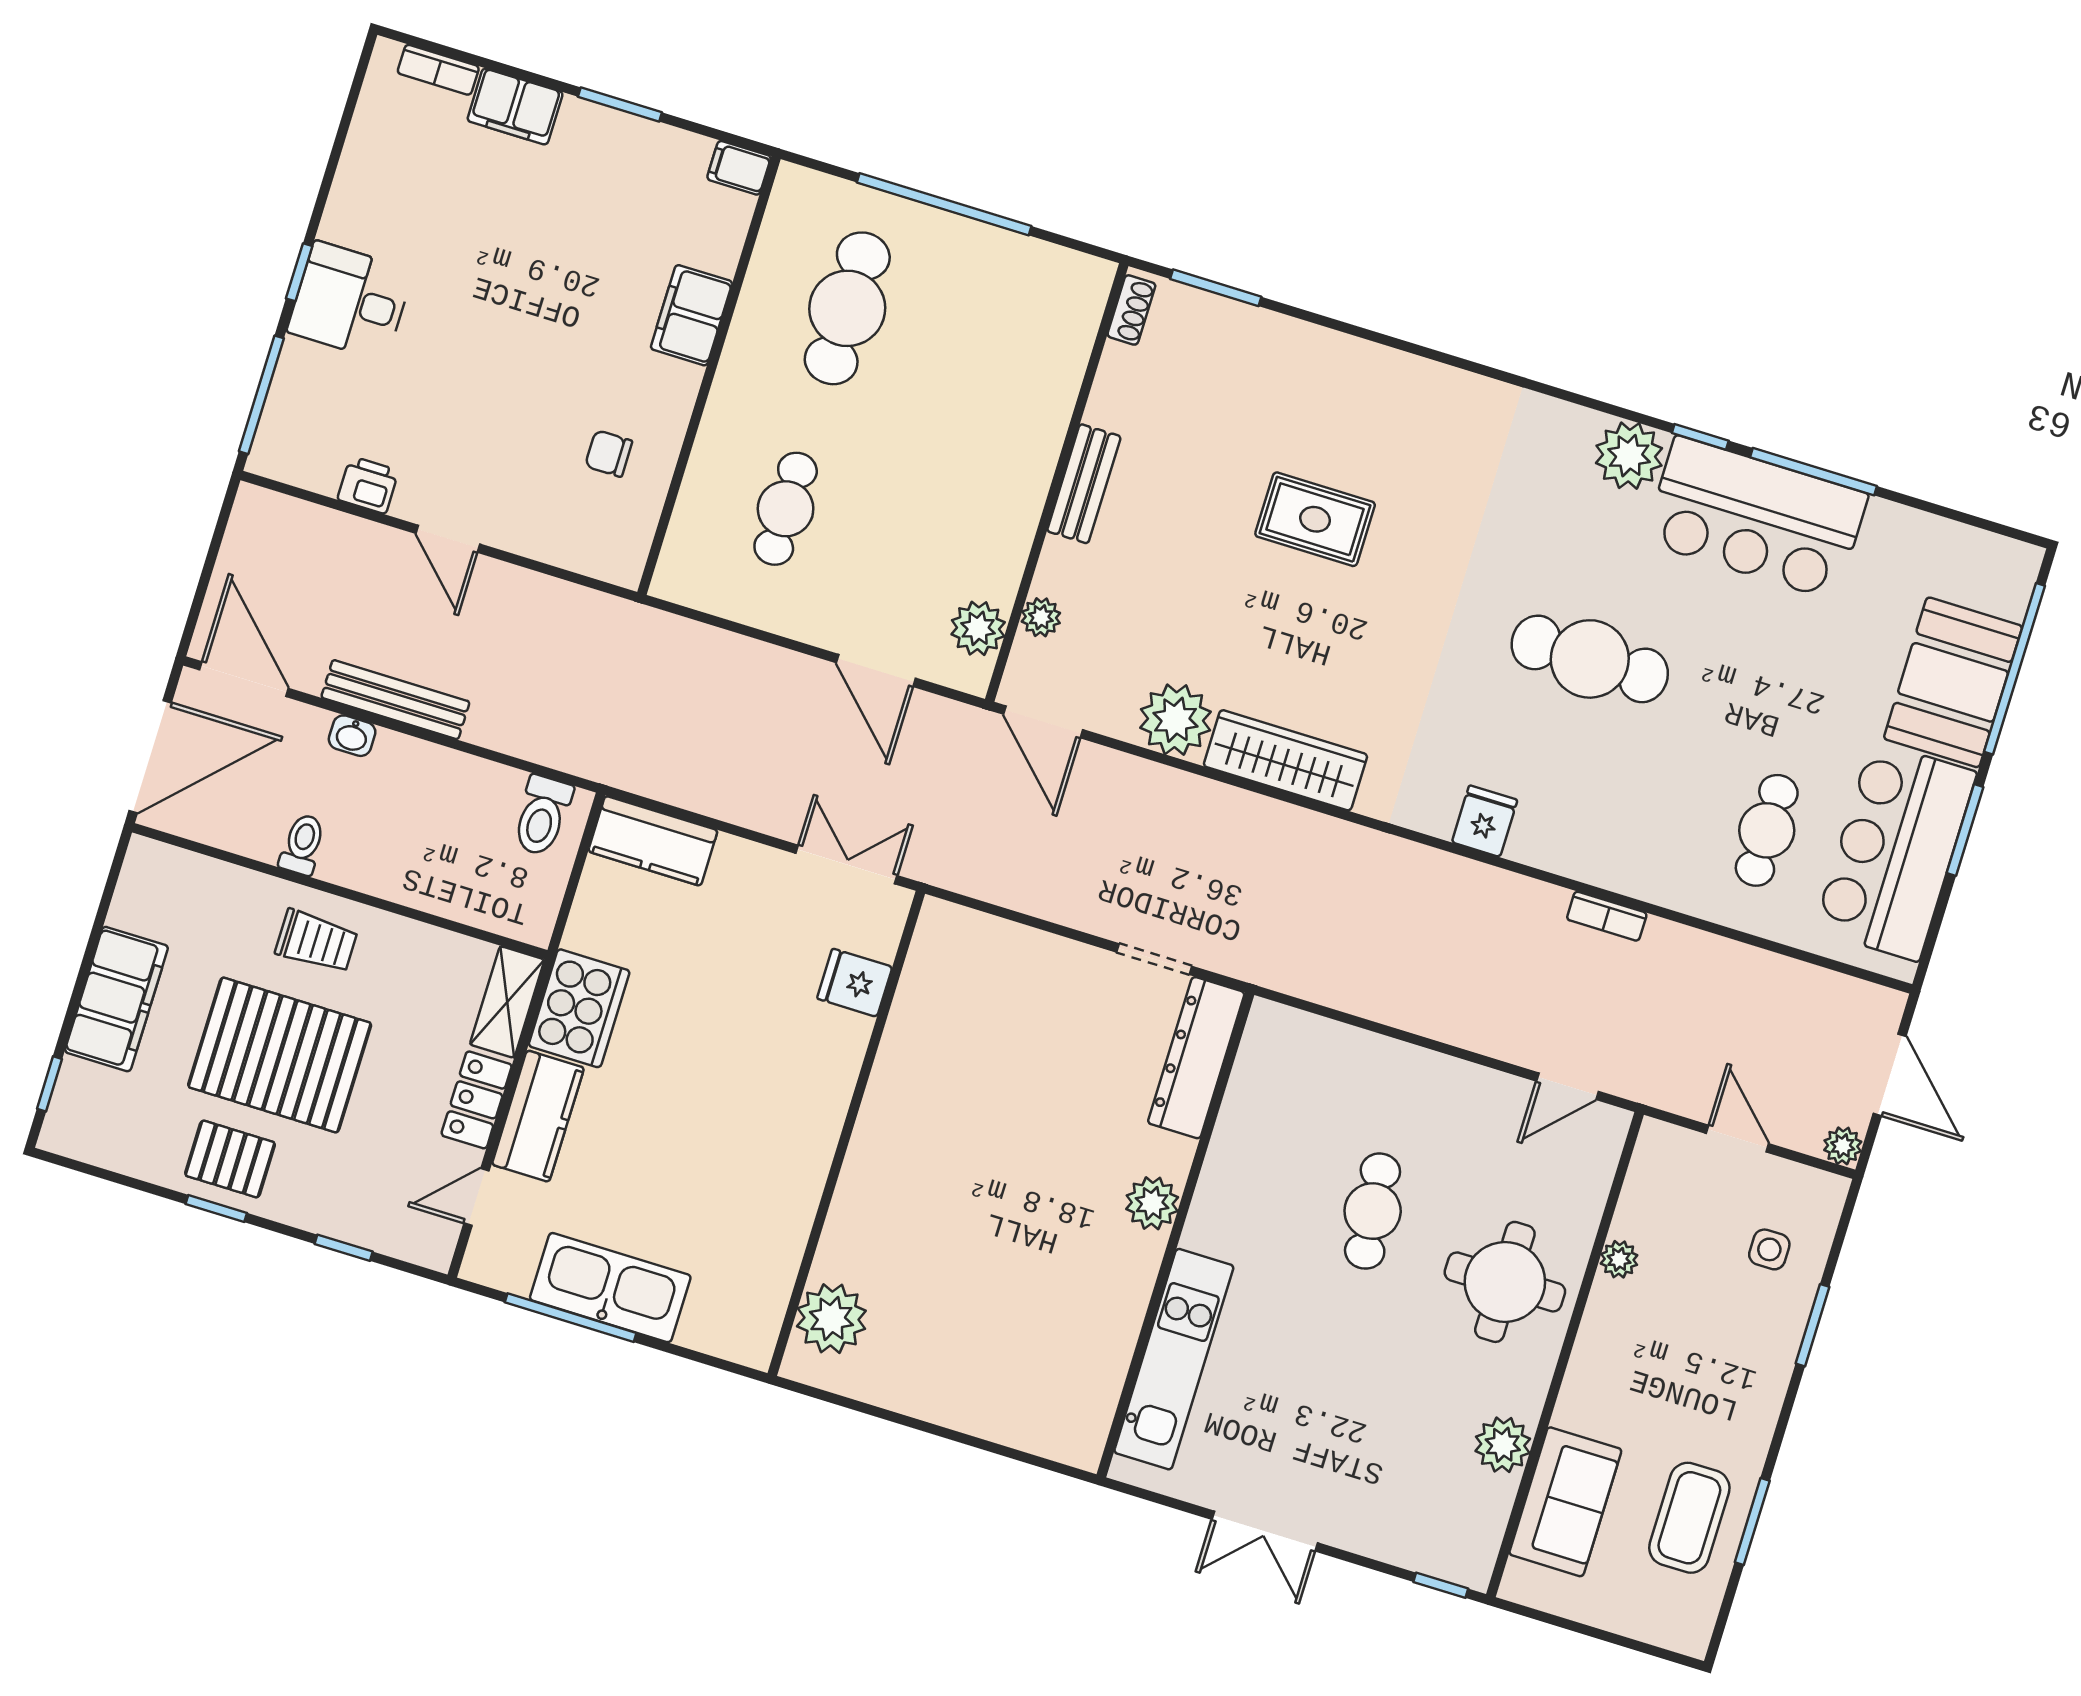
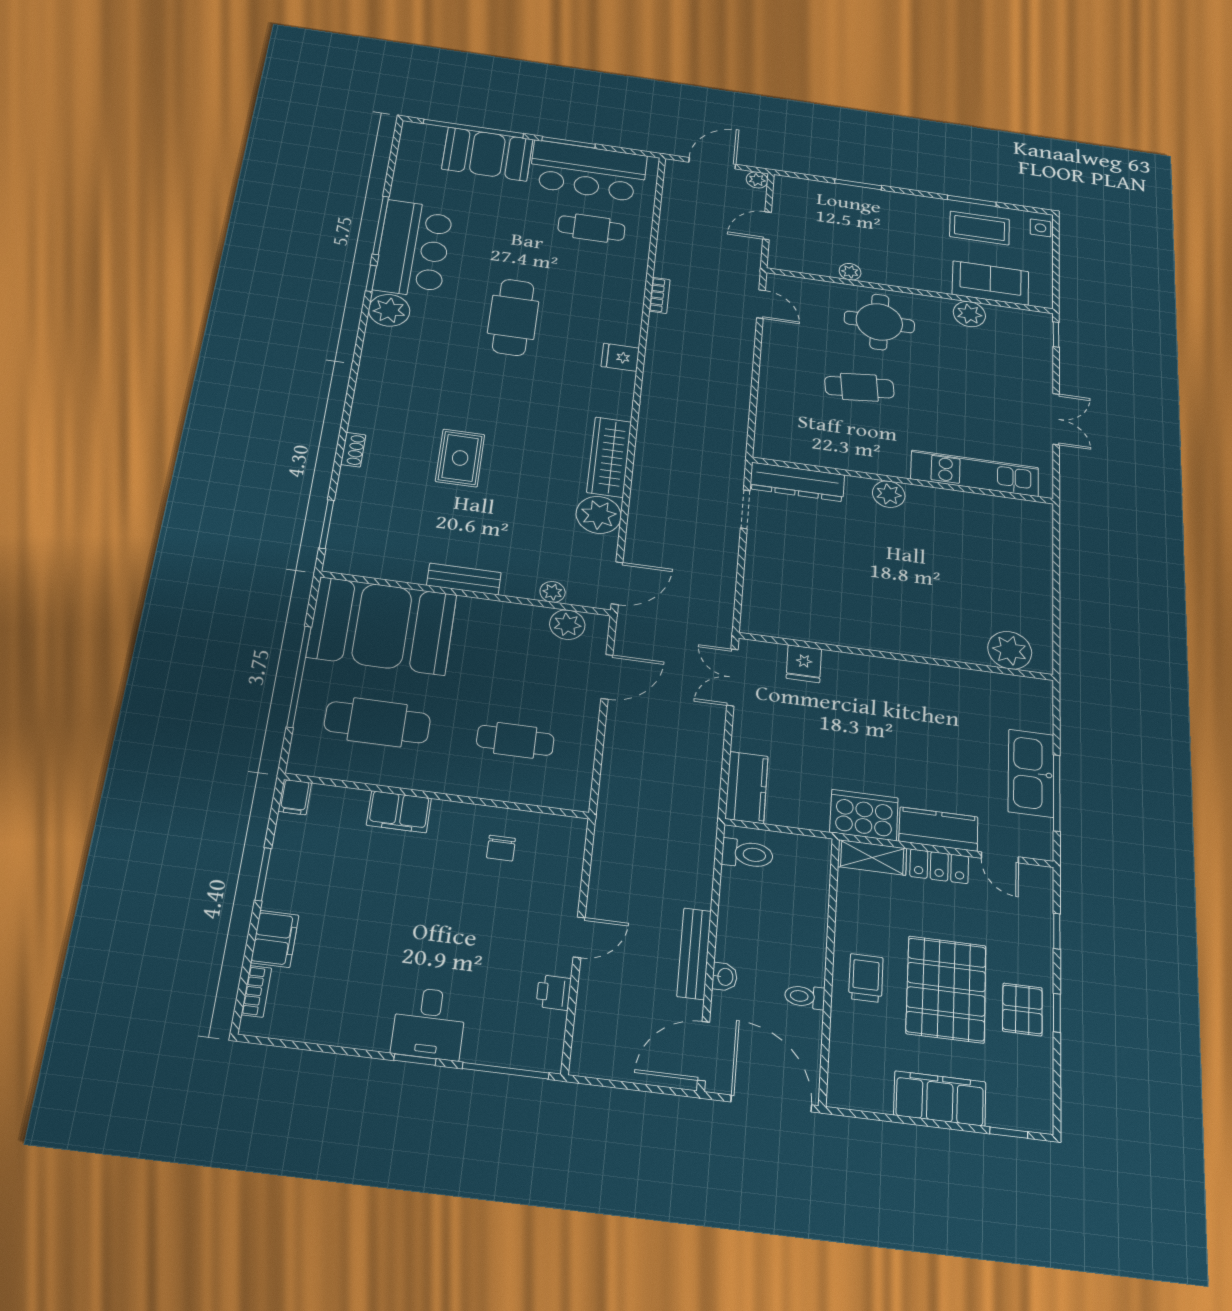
shoe rack: (1131, 310) -> (353, 450), moved, turned 90
booth: (1016, 343) -> (382, 626), added
side table: (1769, 1249) -> (1040, 228), moved

